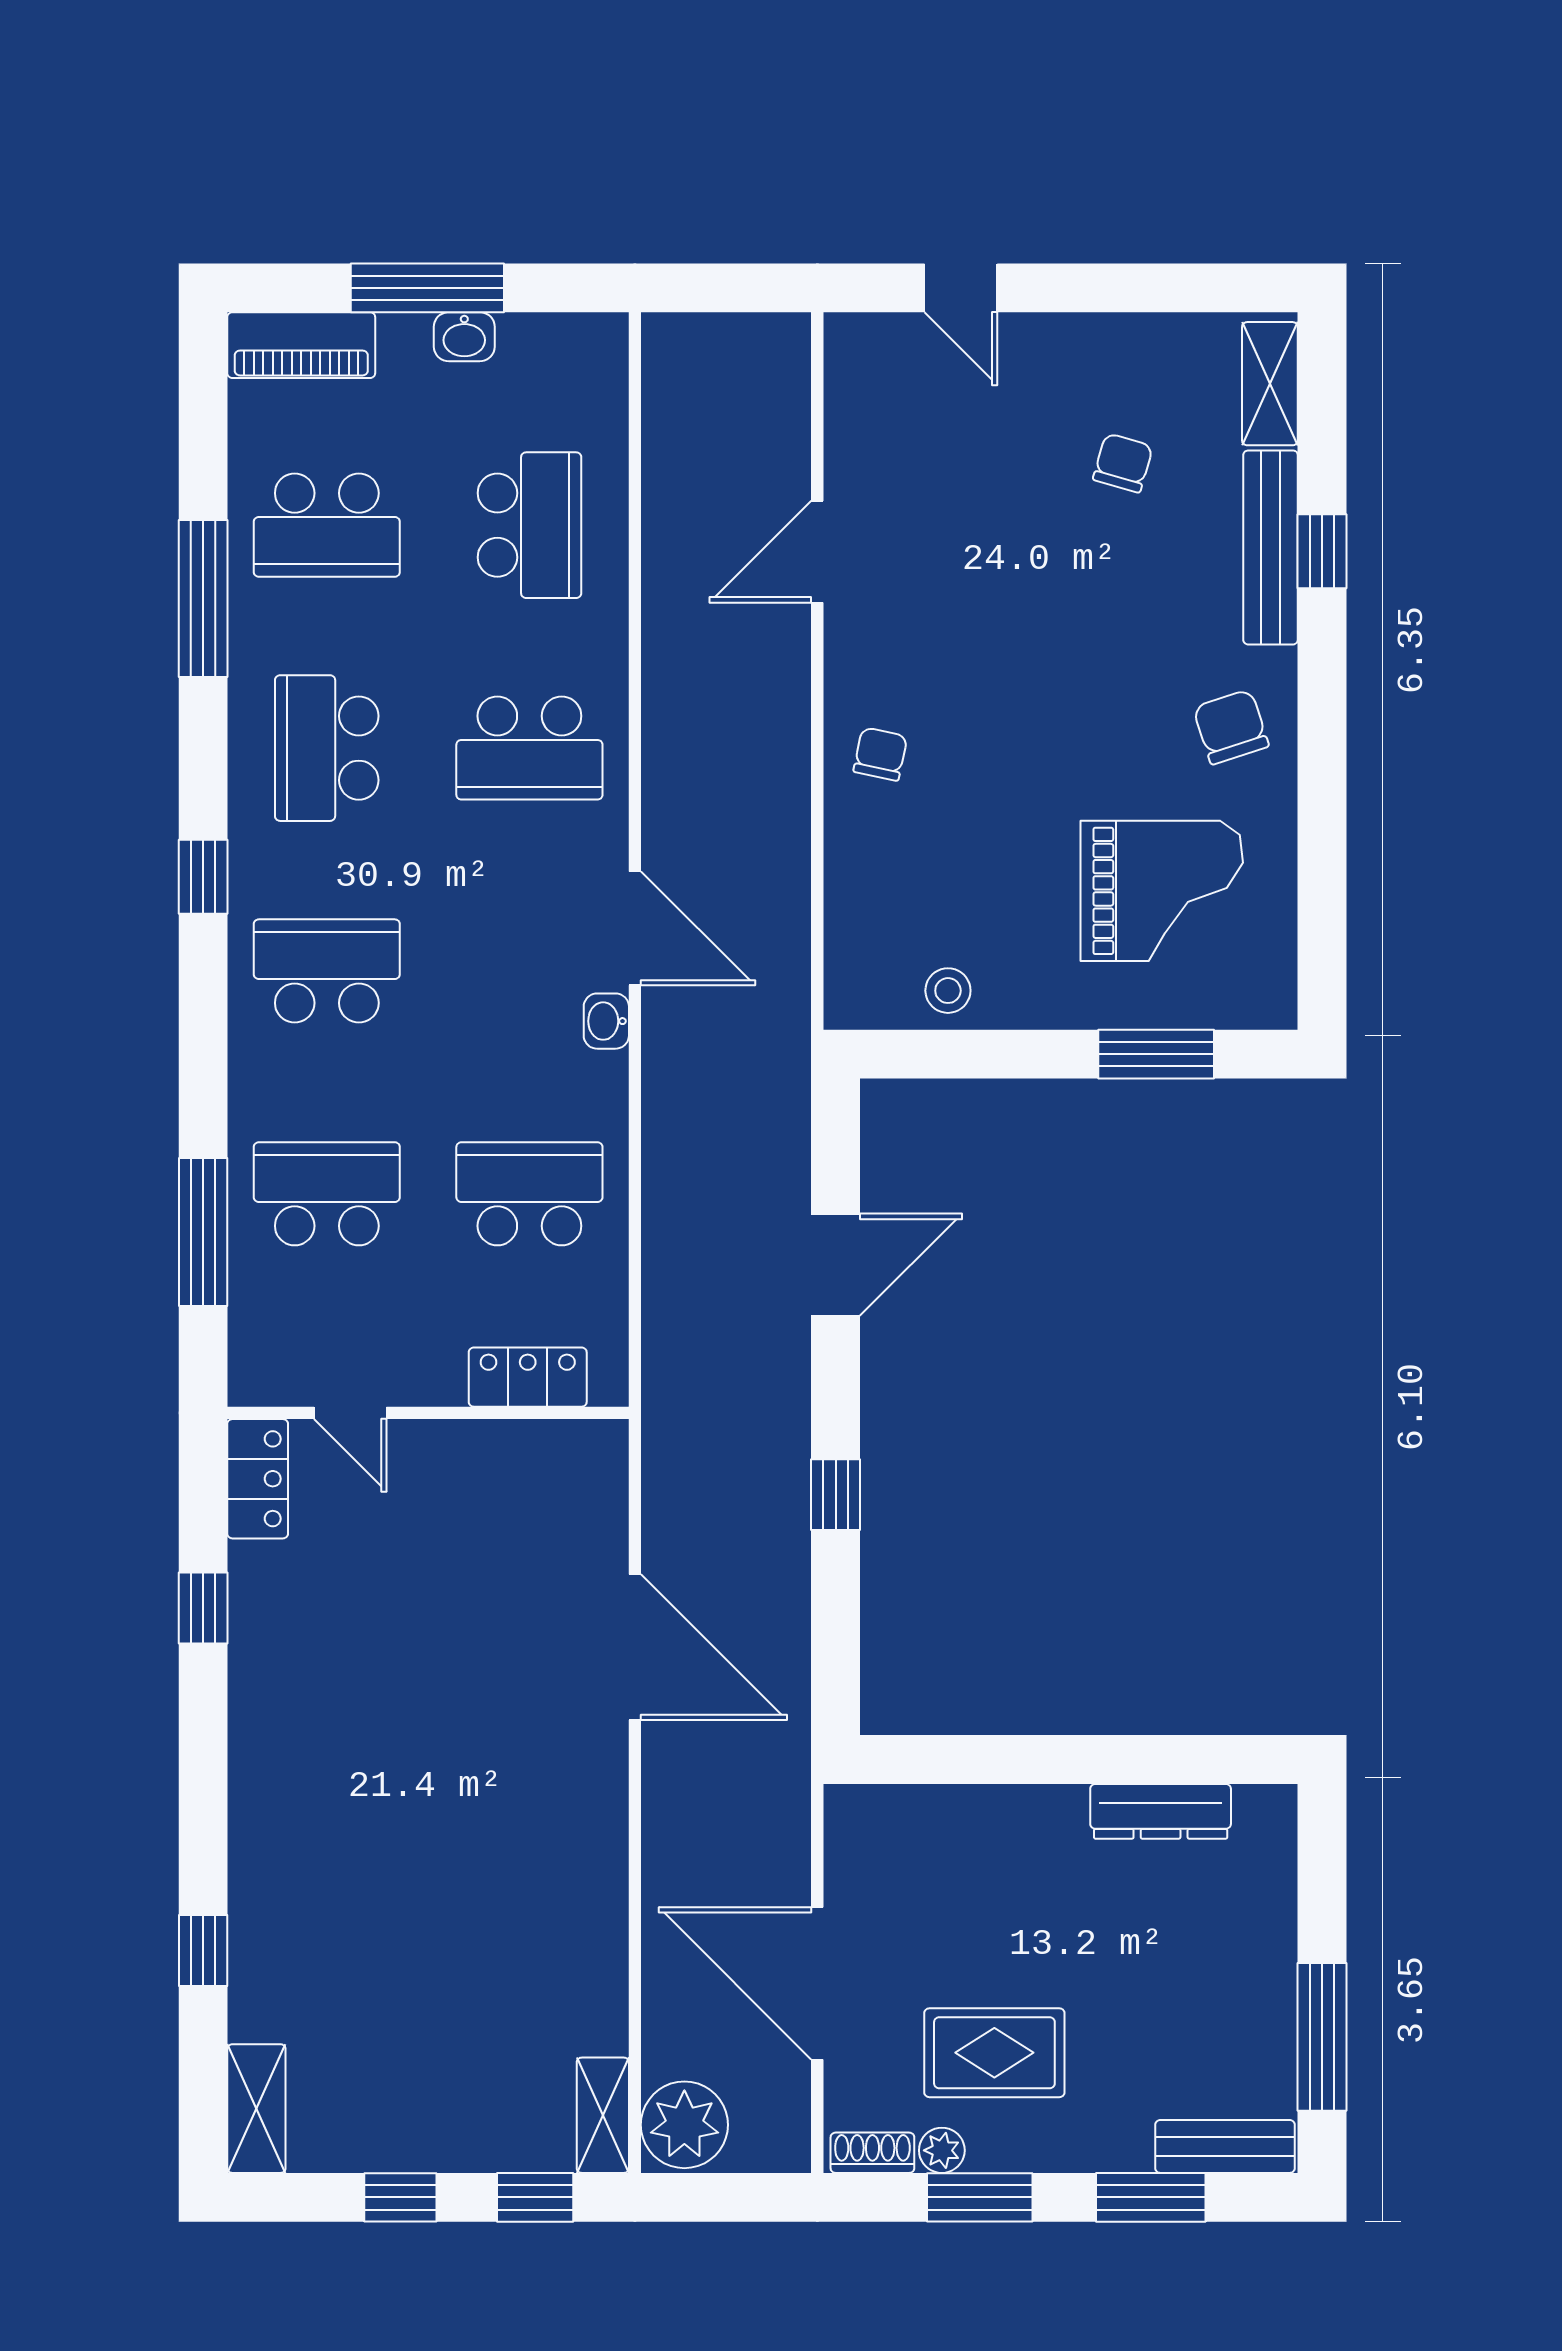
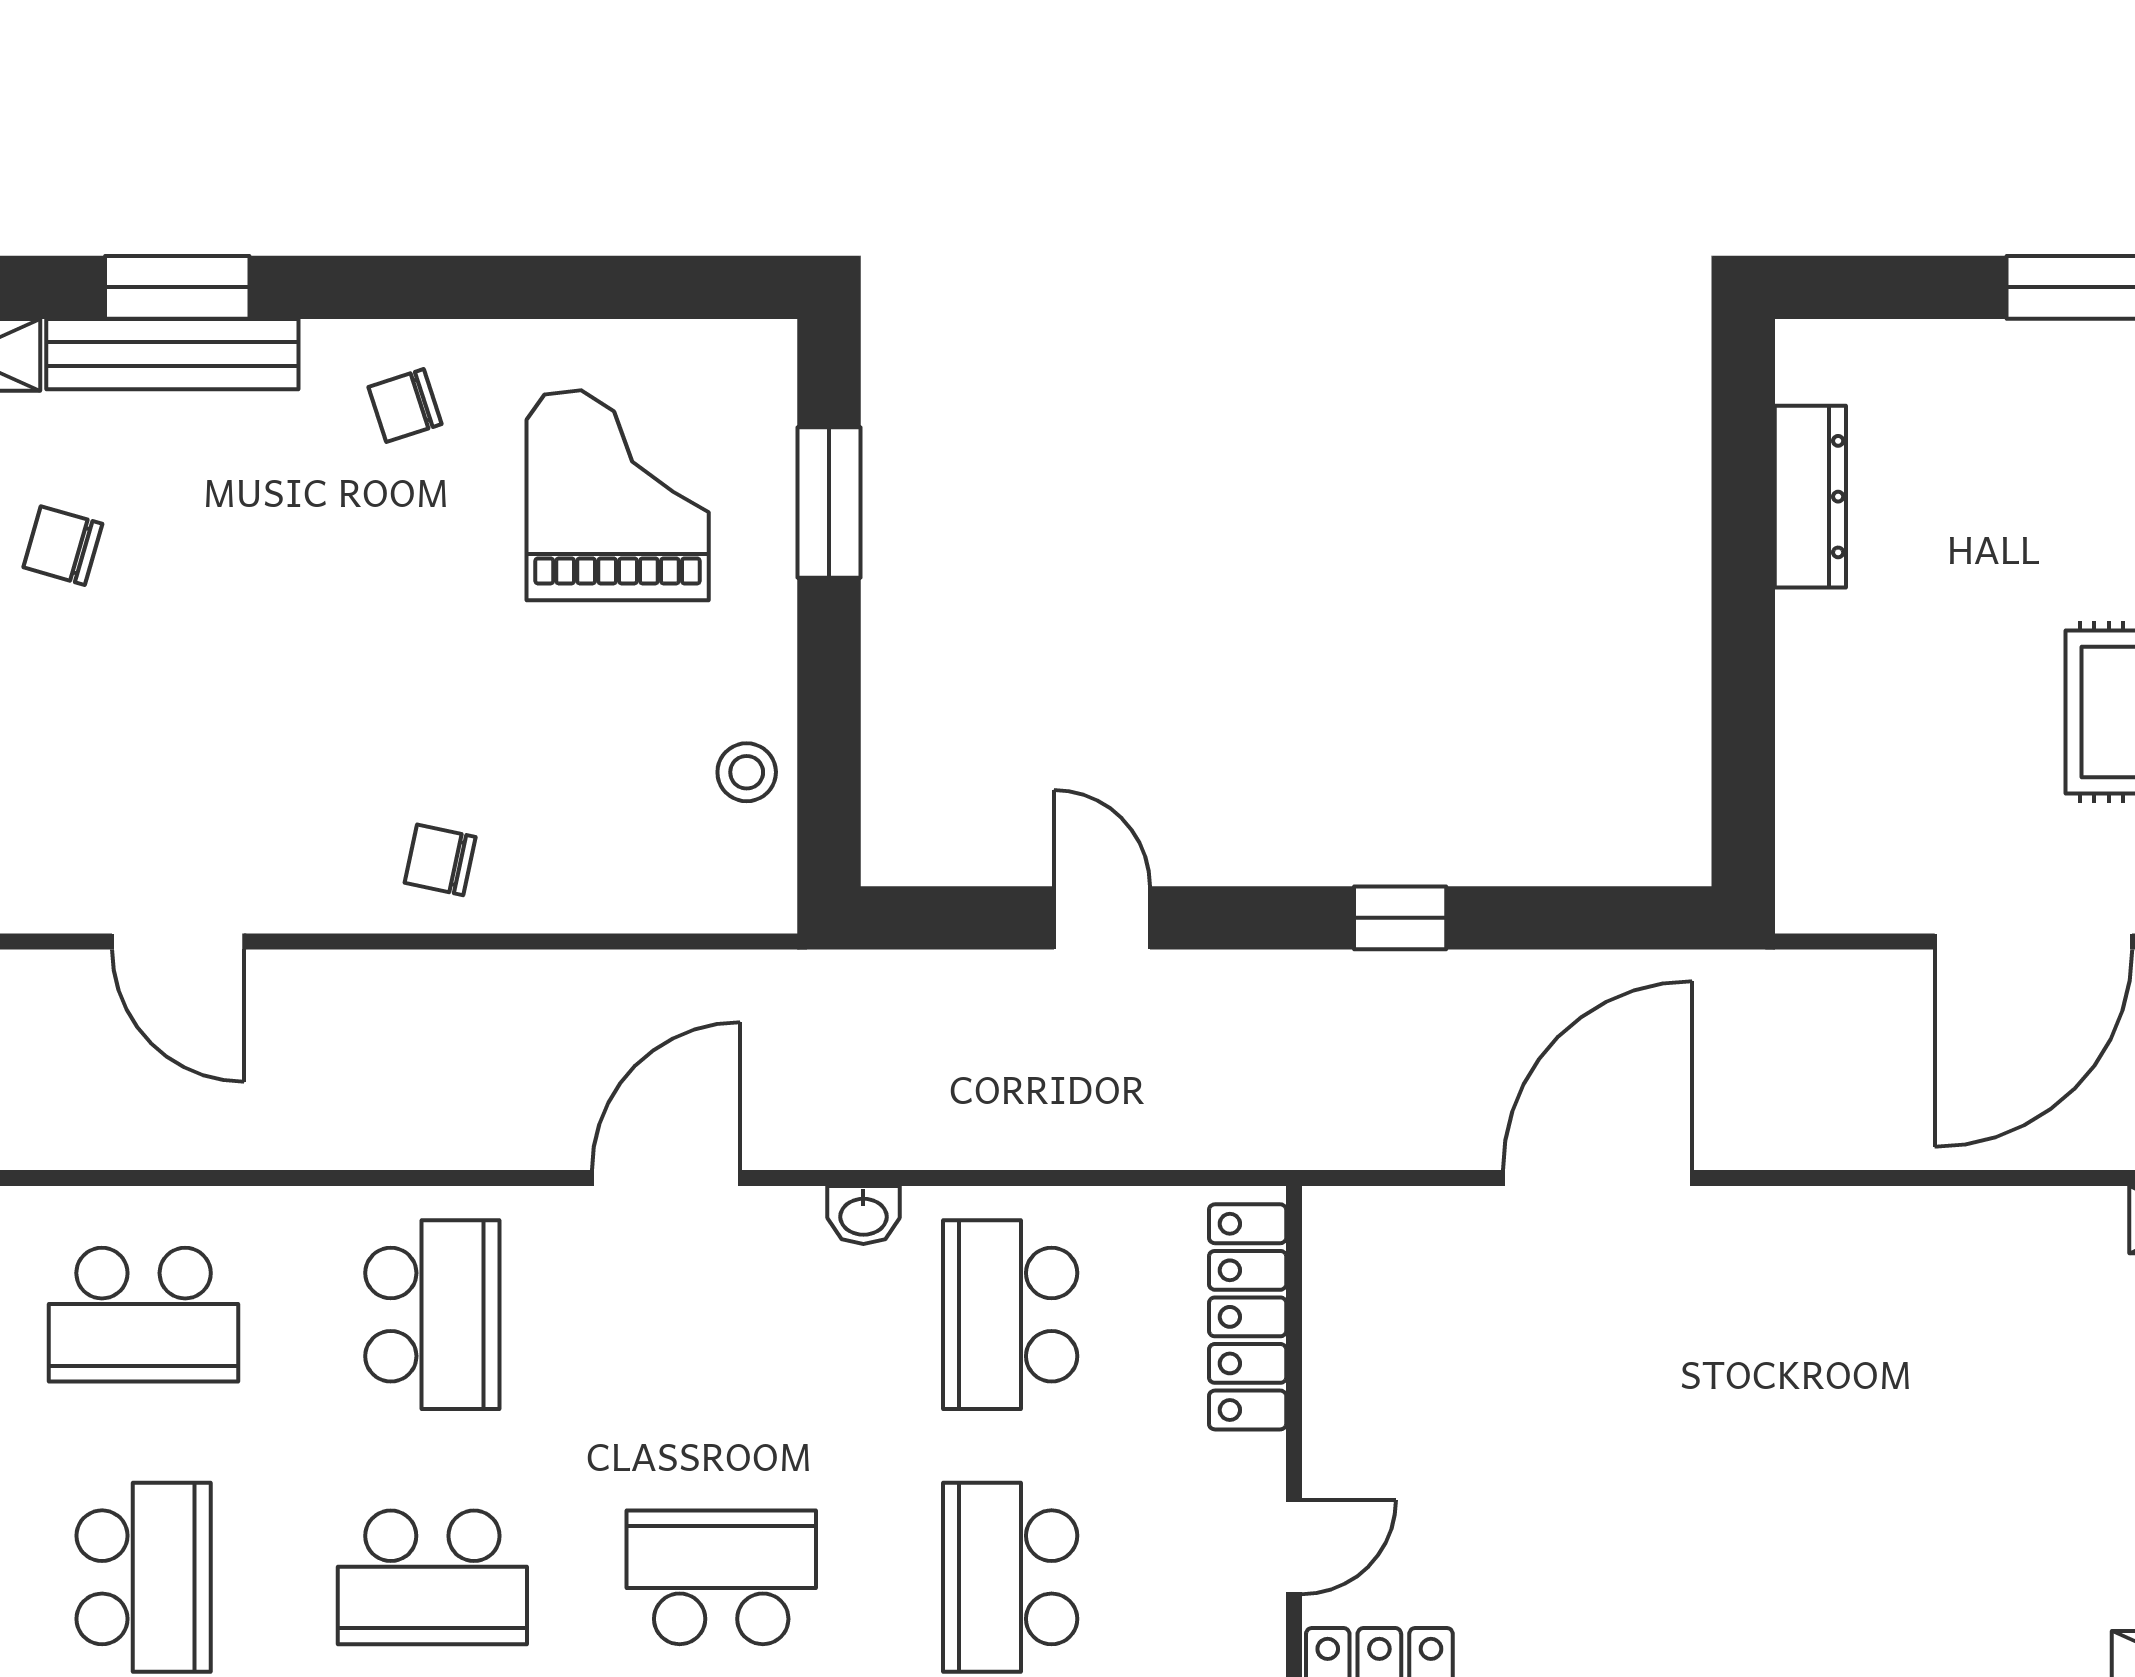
school desk: (529, 525) -> (144, 1315), turned 180
window: (1322, 551) -> (177, 287), width x1.50
chair: (1231, 727) -> (405, 406), width x0.73, depth x0.73
school desk: (327, 971) -> (721, 1577), turned 90
washbasin: (606, 1021) -> (863, 1215), moved
door: (836, 1265) -> (1102, 918), width x0.73
locker: (528, 1377) -> (1248, 1317), width x1.53

